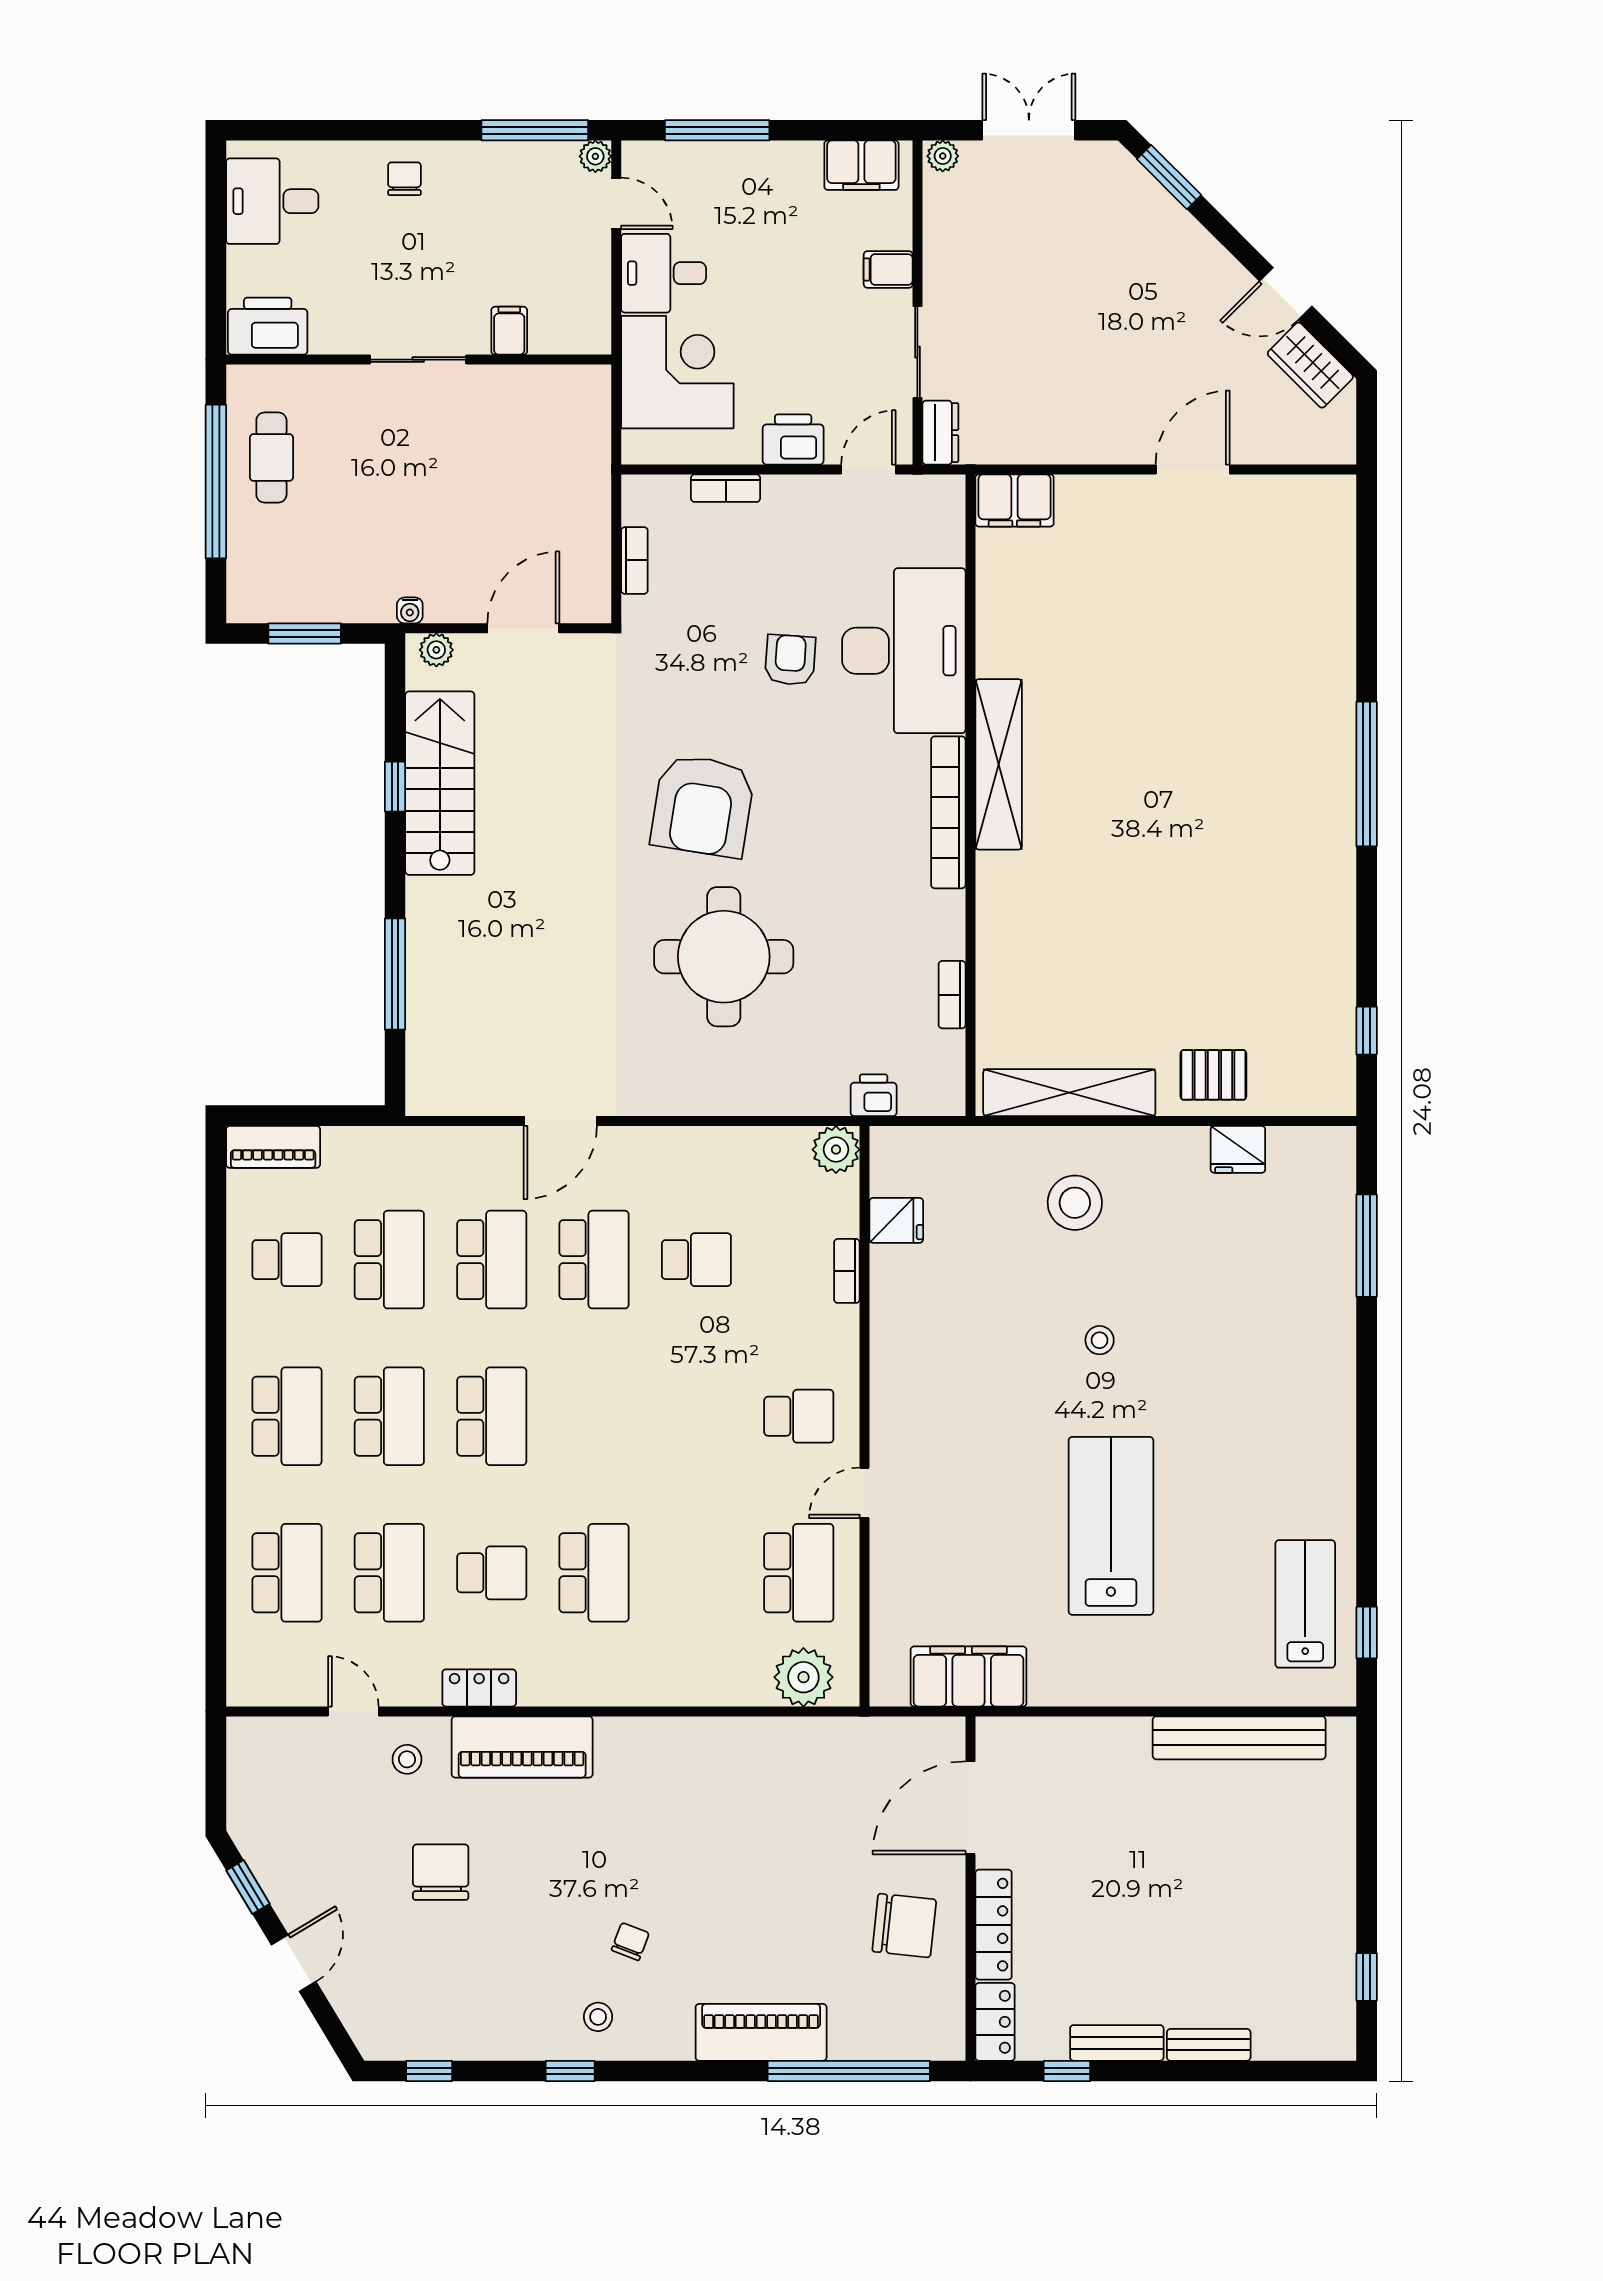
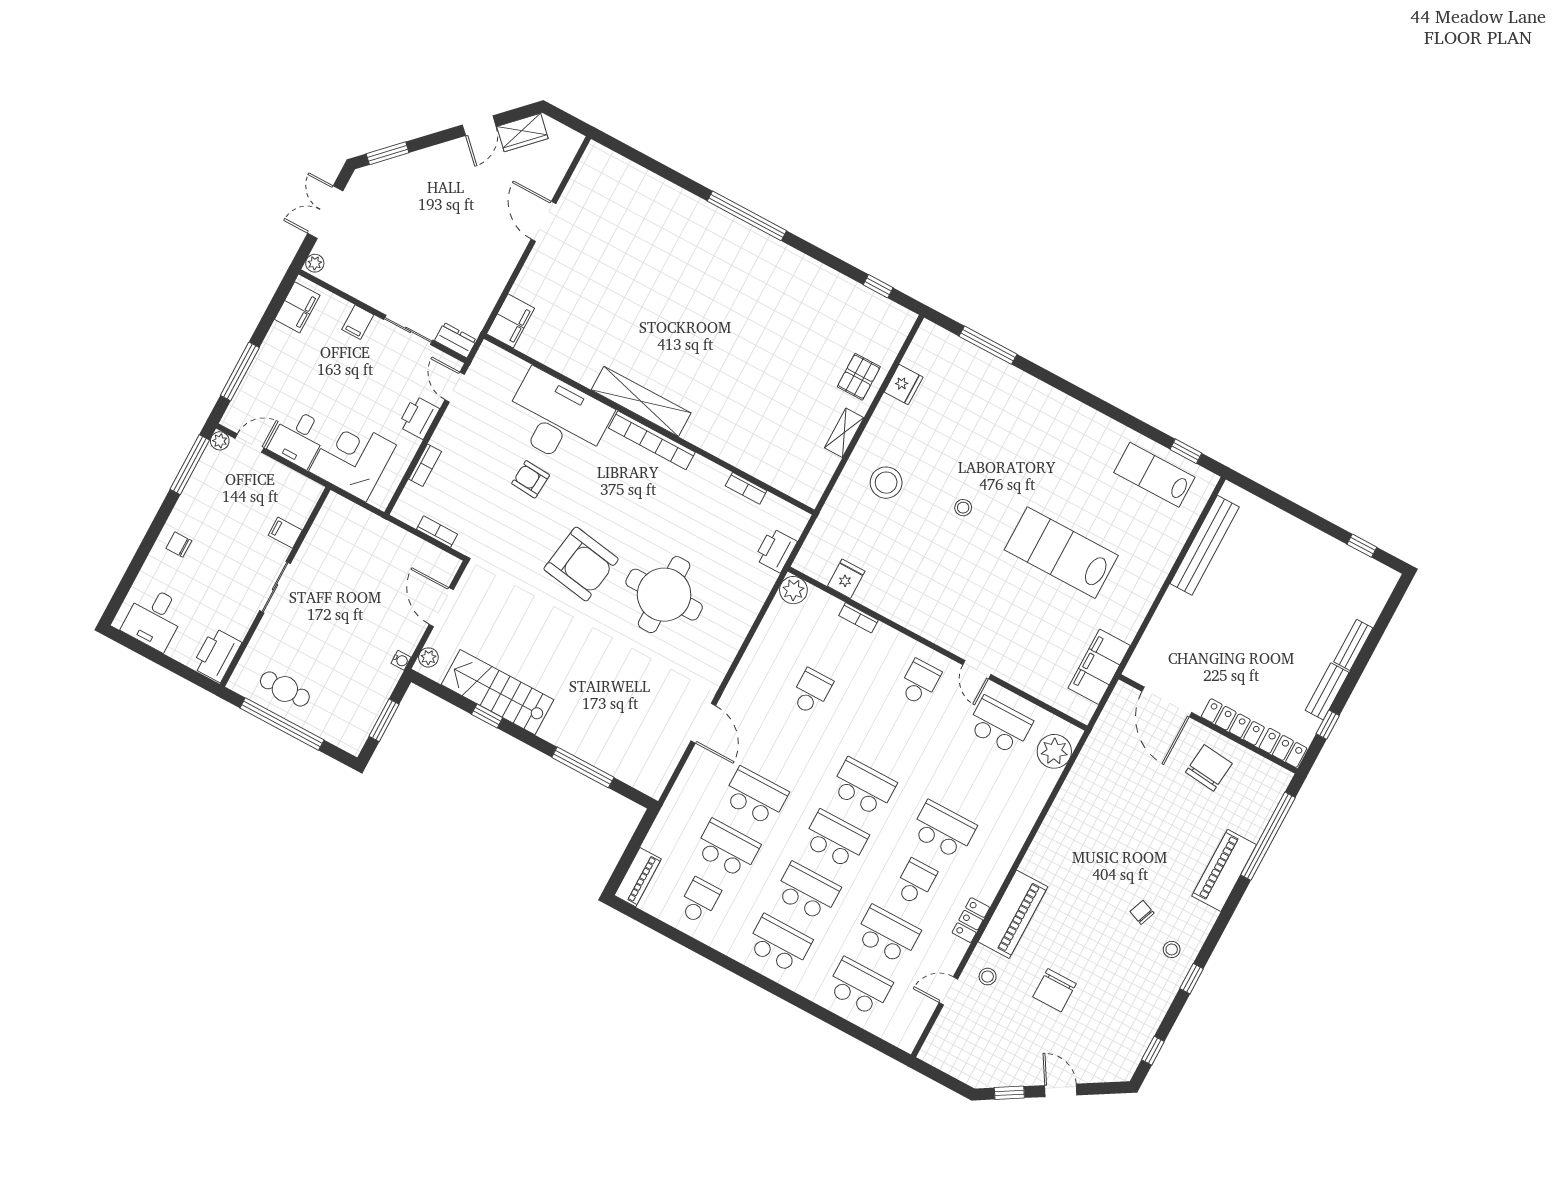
shelving: (1069, 1093) -> (844, 433), width x0.45, depth x0.75
printer: (874, 1095) -> (776, 550), width x1.36, depth x1.24
school desk: (594, 1260) -> (863, 787), moved
chair: (441, 1872) -> (1055, 990), turned -90

